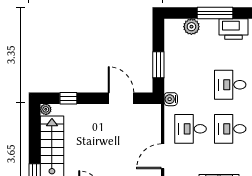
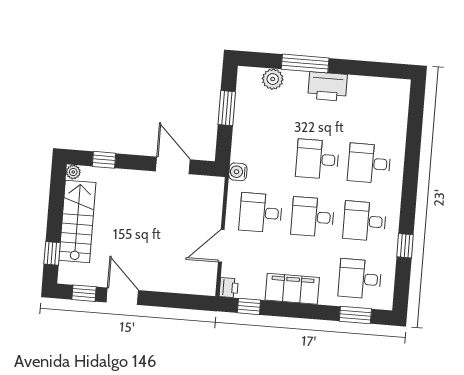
window: (158, 65) -> (227, 108), moved

